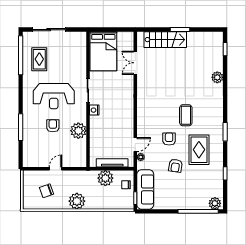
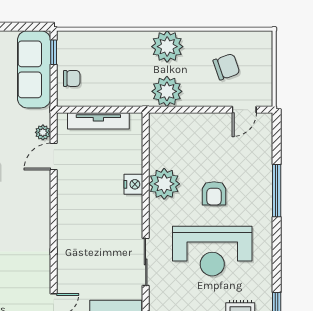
reception desk: (54, 96) -> (212, 251), turned 180
nightstand: (94, 110) -> (133, 184), moved
door: (56, 169) -> (244, 110), moved
plant: (105, 178) -> (167, 91), moved

